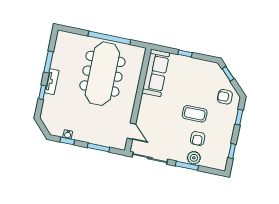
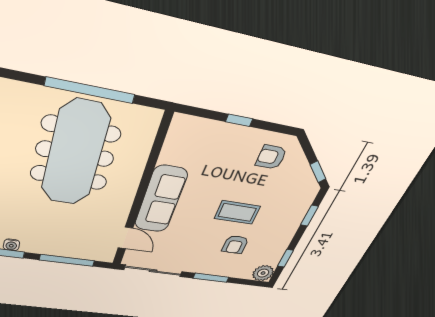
sofa: (156, 73) -> (161, 199), moved
window: (228, 74) -> (318, 172), moved
armchair: (225, 97) -> (271, 157), moved
window: (98, 147) -> (67, 260), width x1.44
plant: (194, 158) -> (263, 273), moved

